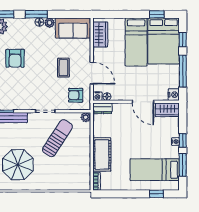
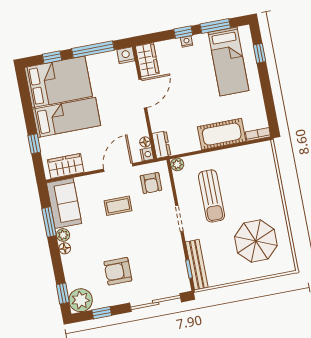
window: (36, 14) -> (49, 222), moved
window: (157, 14) -> (34, 144), moved
armchair: (15, 58) -> (118, 271), turned 180
sun lounger: (57, 138) -> (212, 196), turned -123

